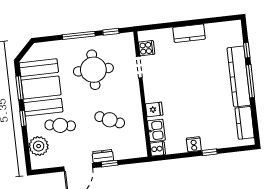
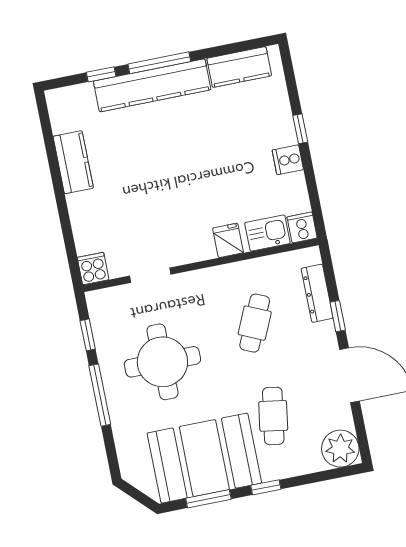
kitchen counter: (189, 33) -> (73, 162), moved
cooker: (147, 48) -> (93, 269), moved
plant: (39, 146) -> (340, 449), moved
dresser: (103, 156) -> (317, 293), moved, width x1.44

